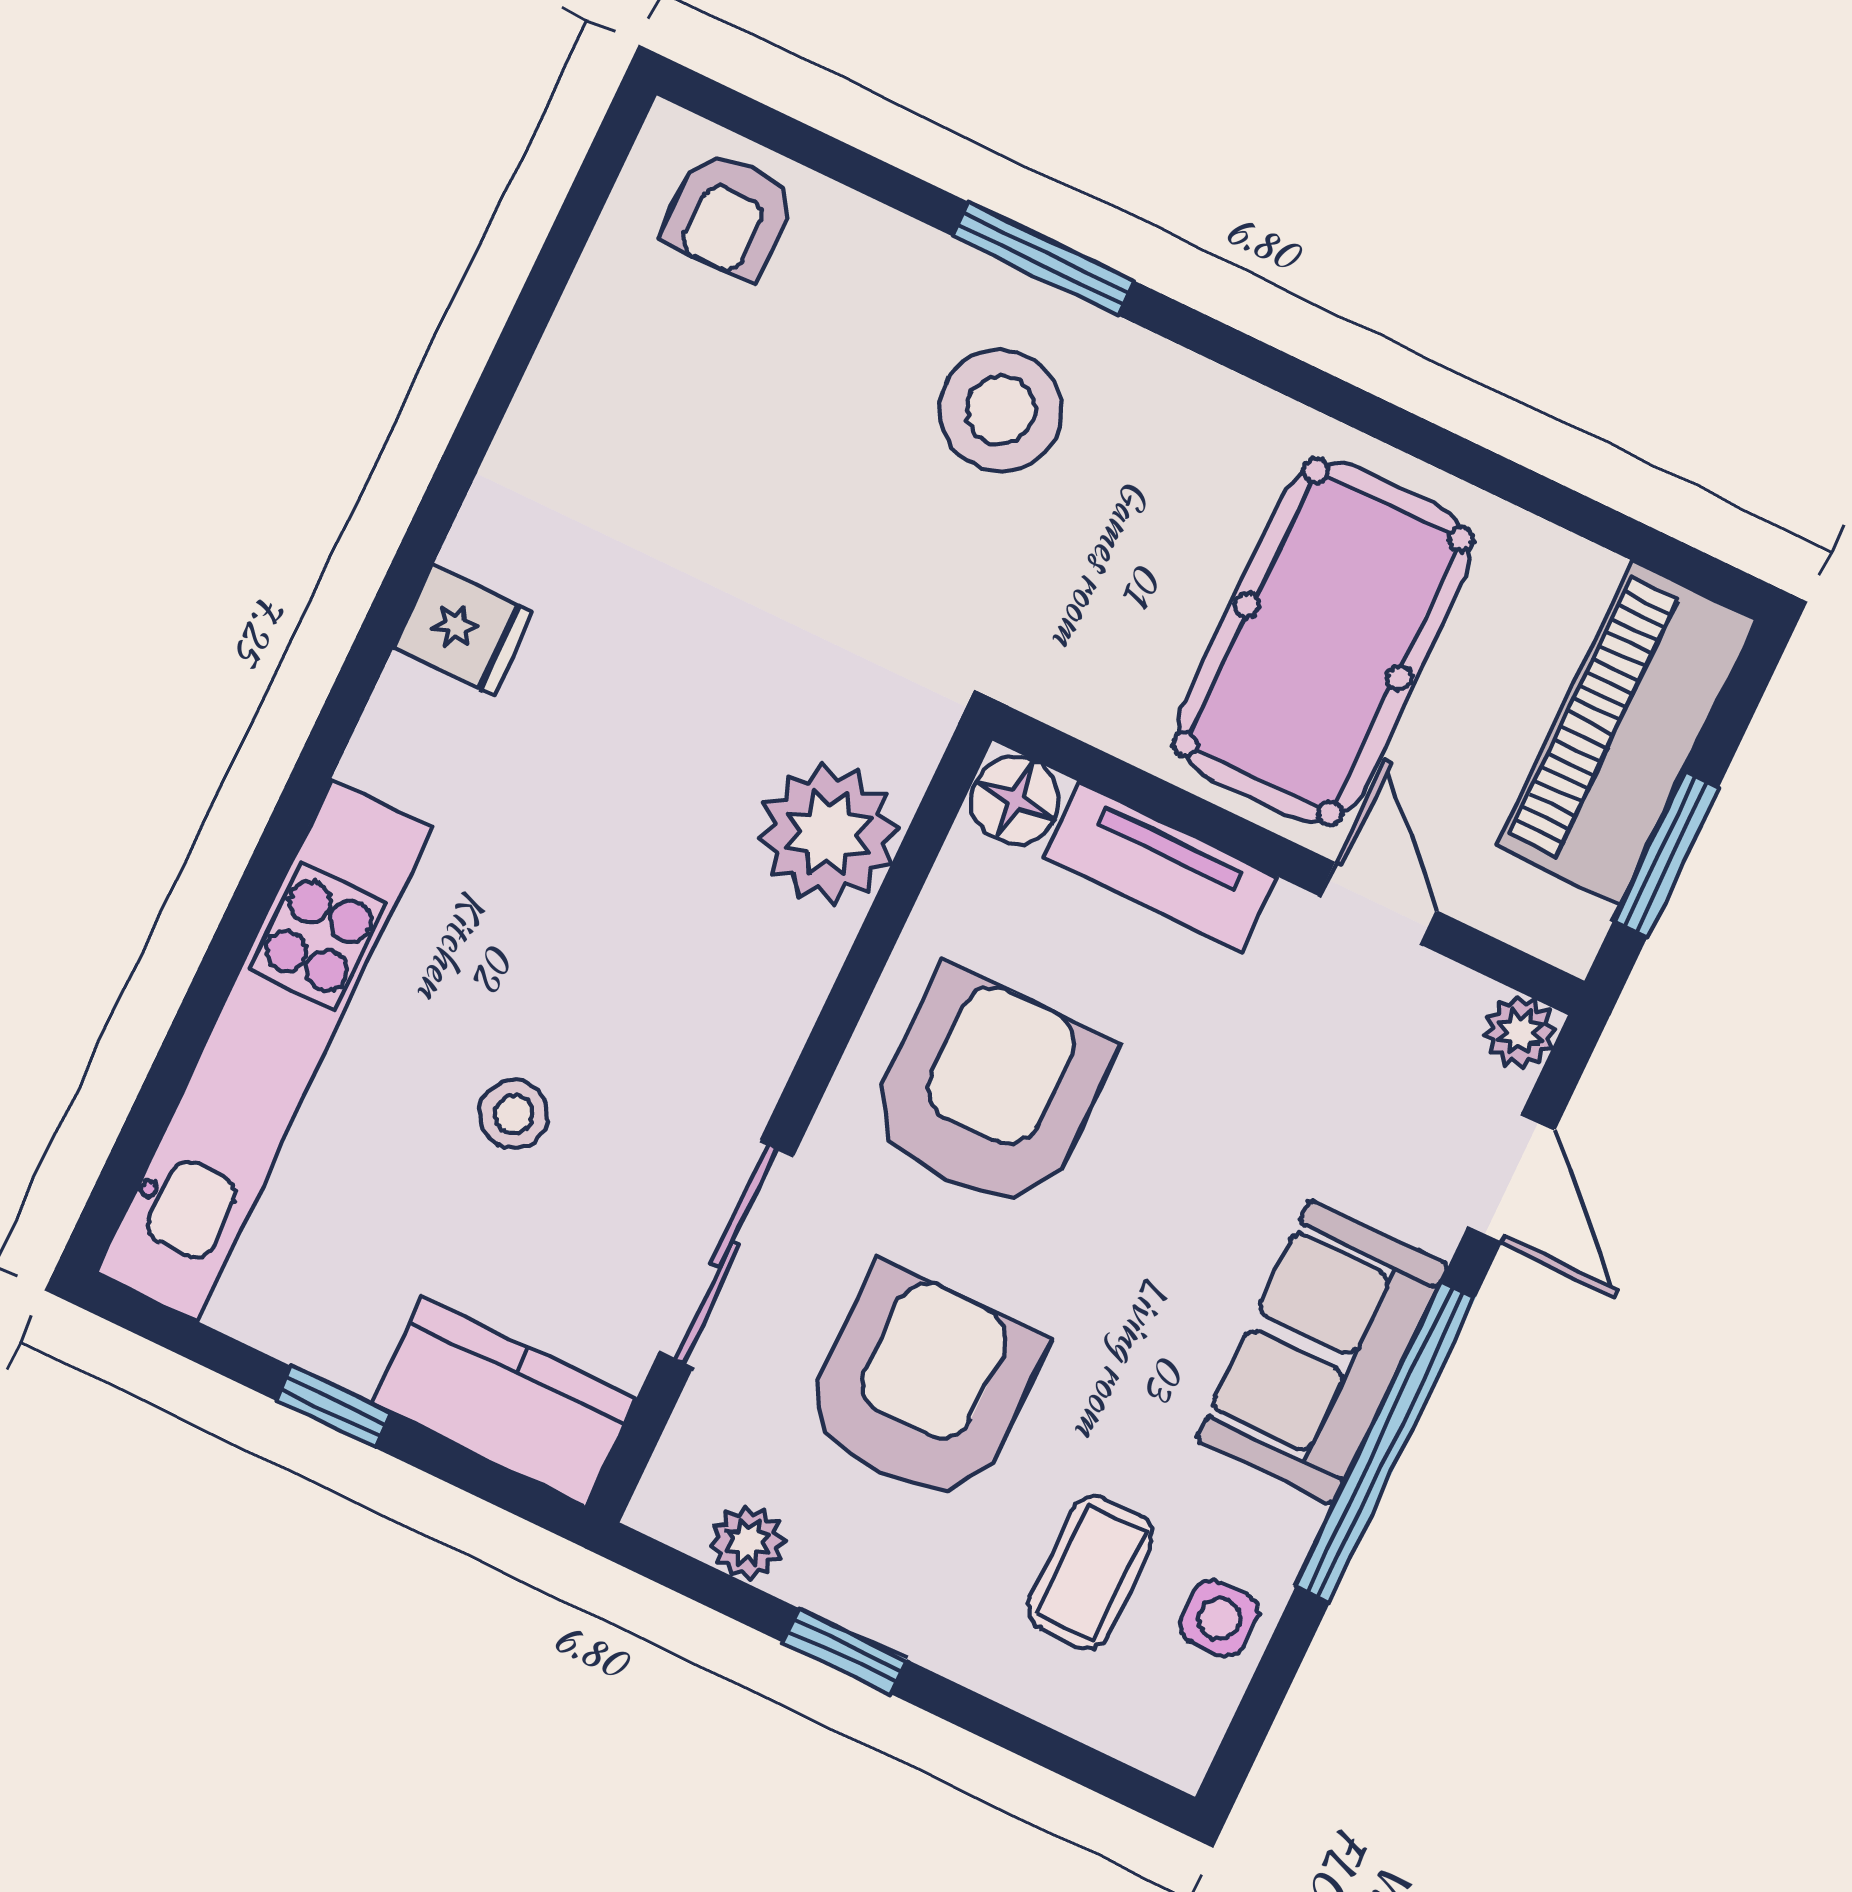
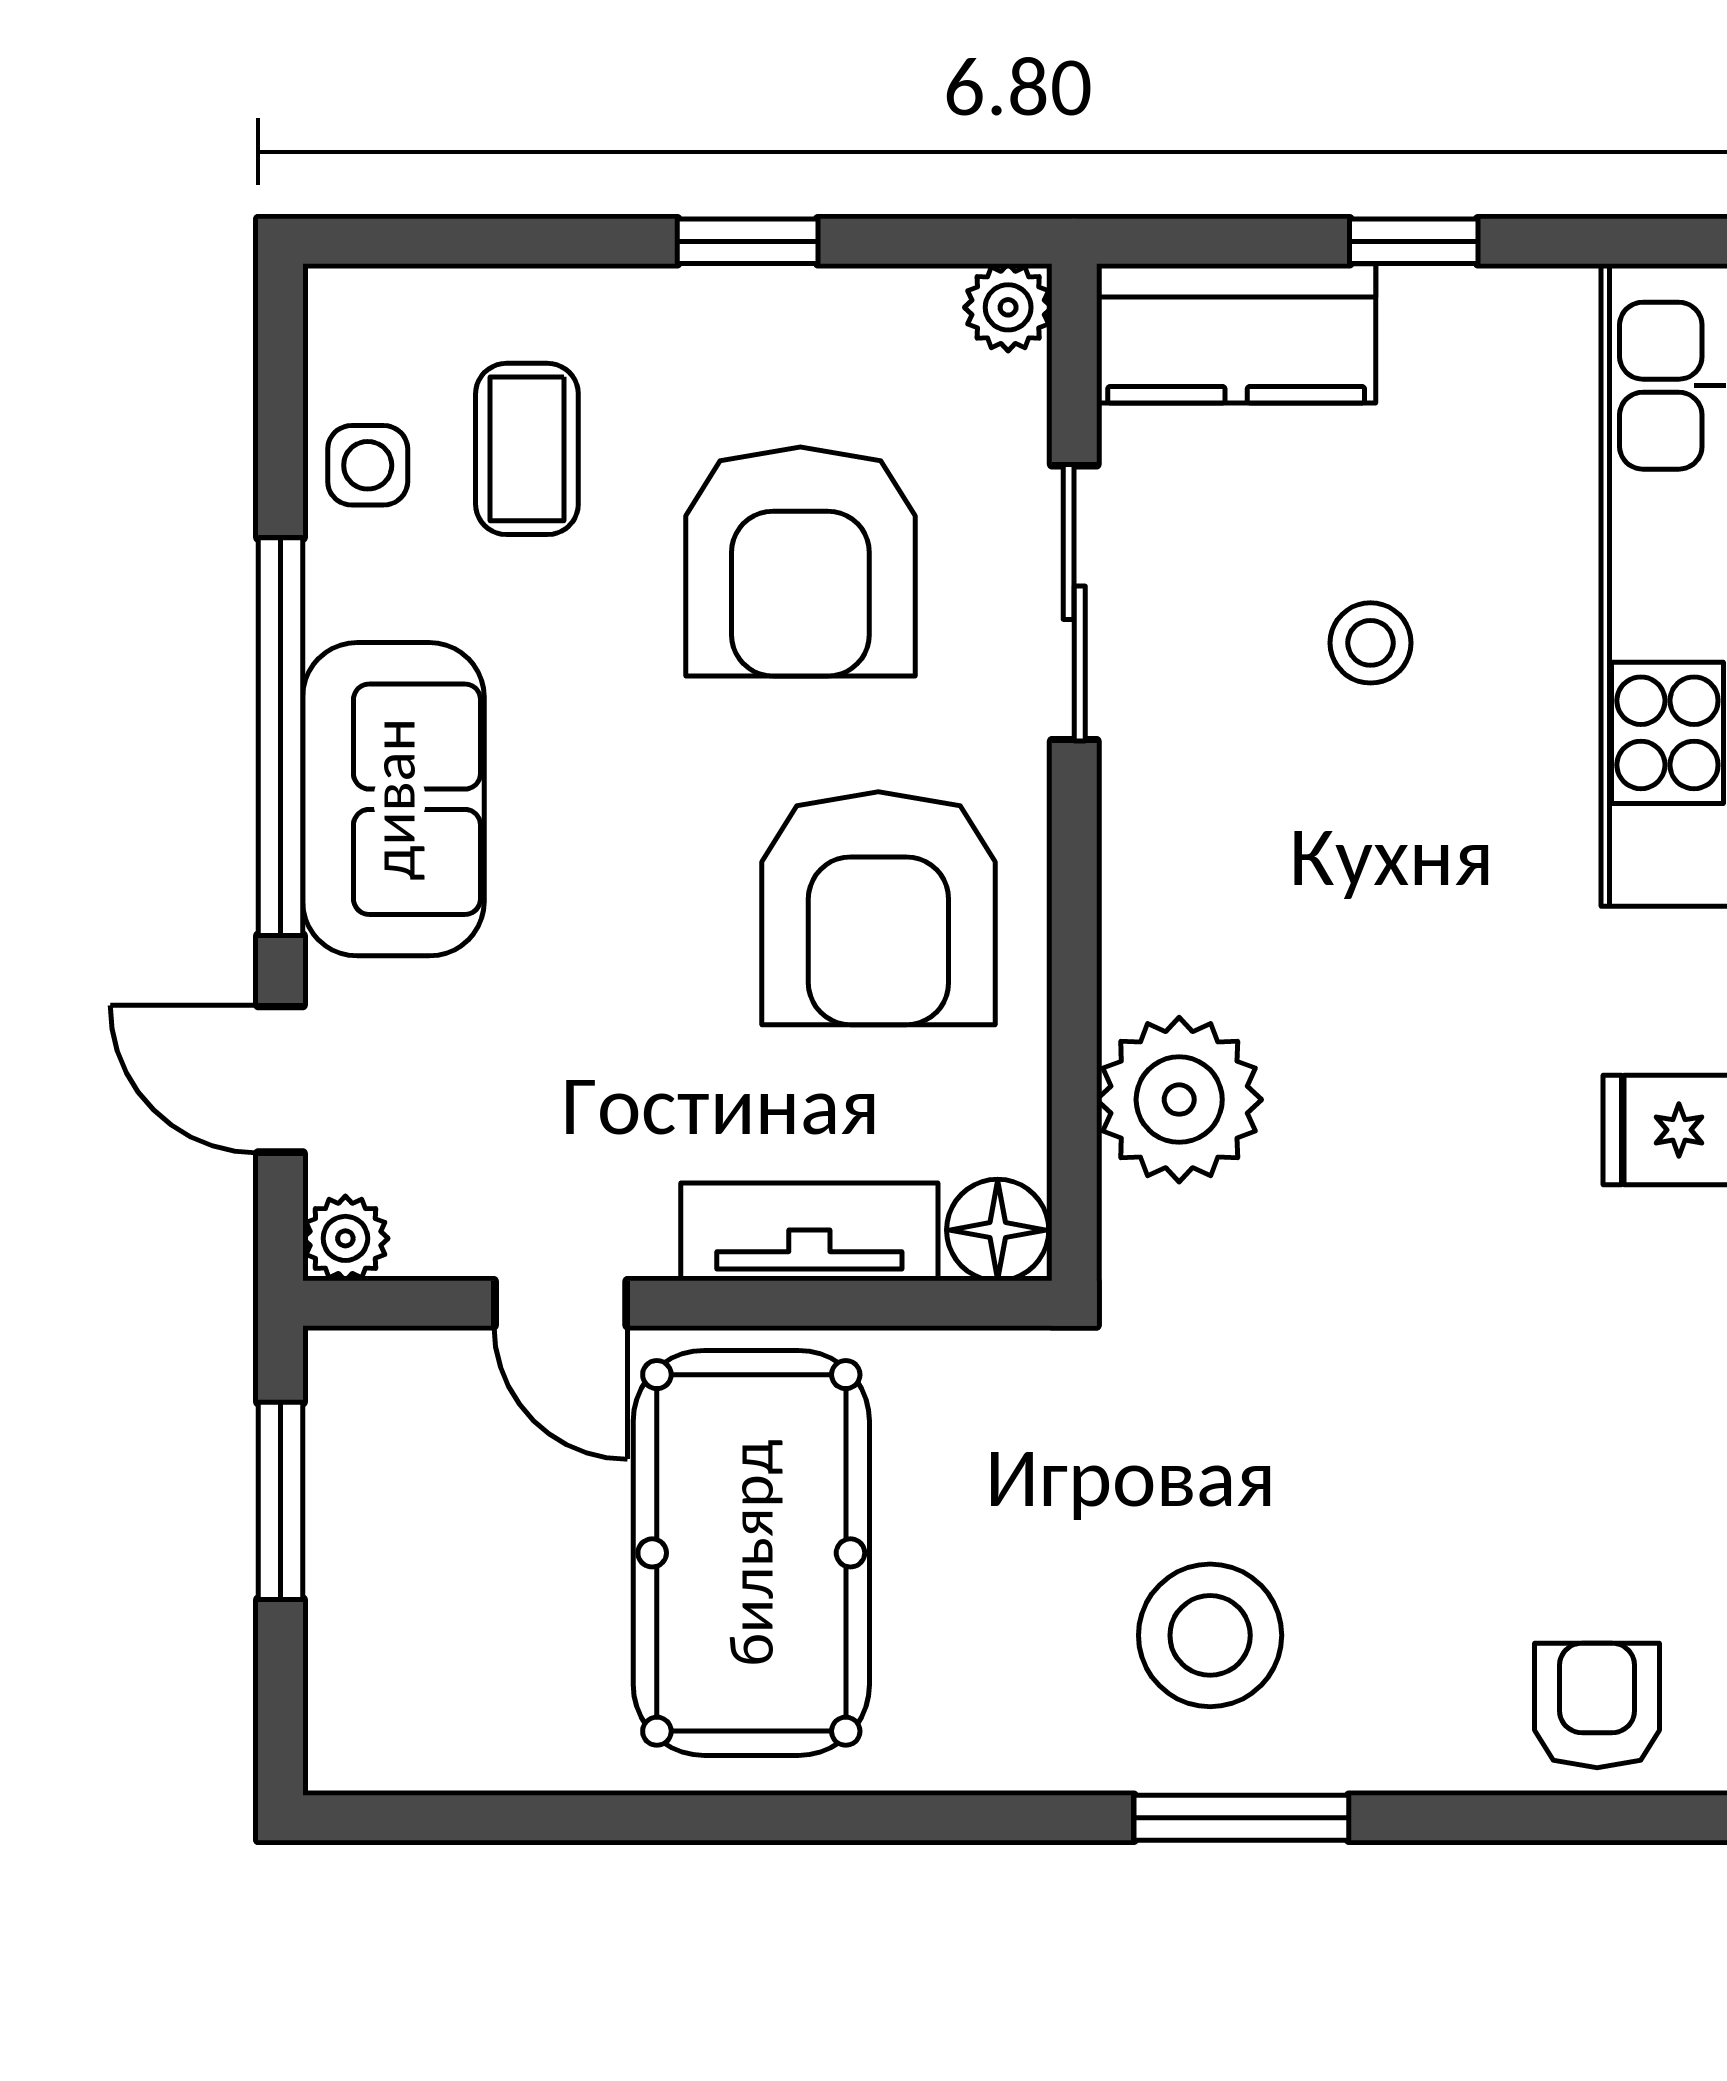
piano: (1627, 733) -> (383, 1610), removed
plant: (748, 1542) -> (1008, 307), moved

